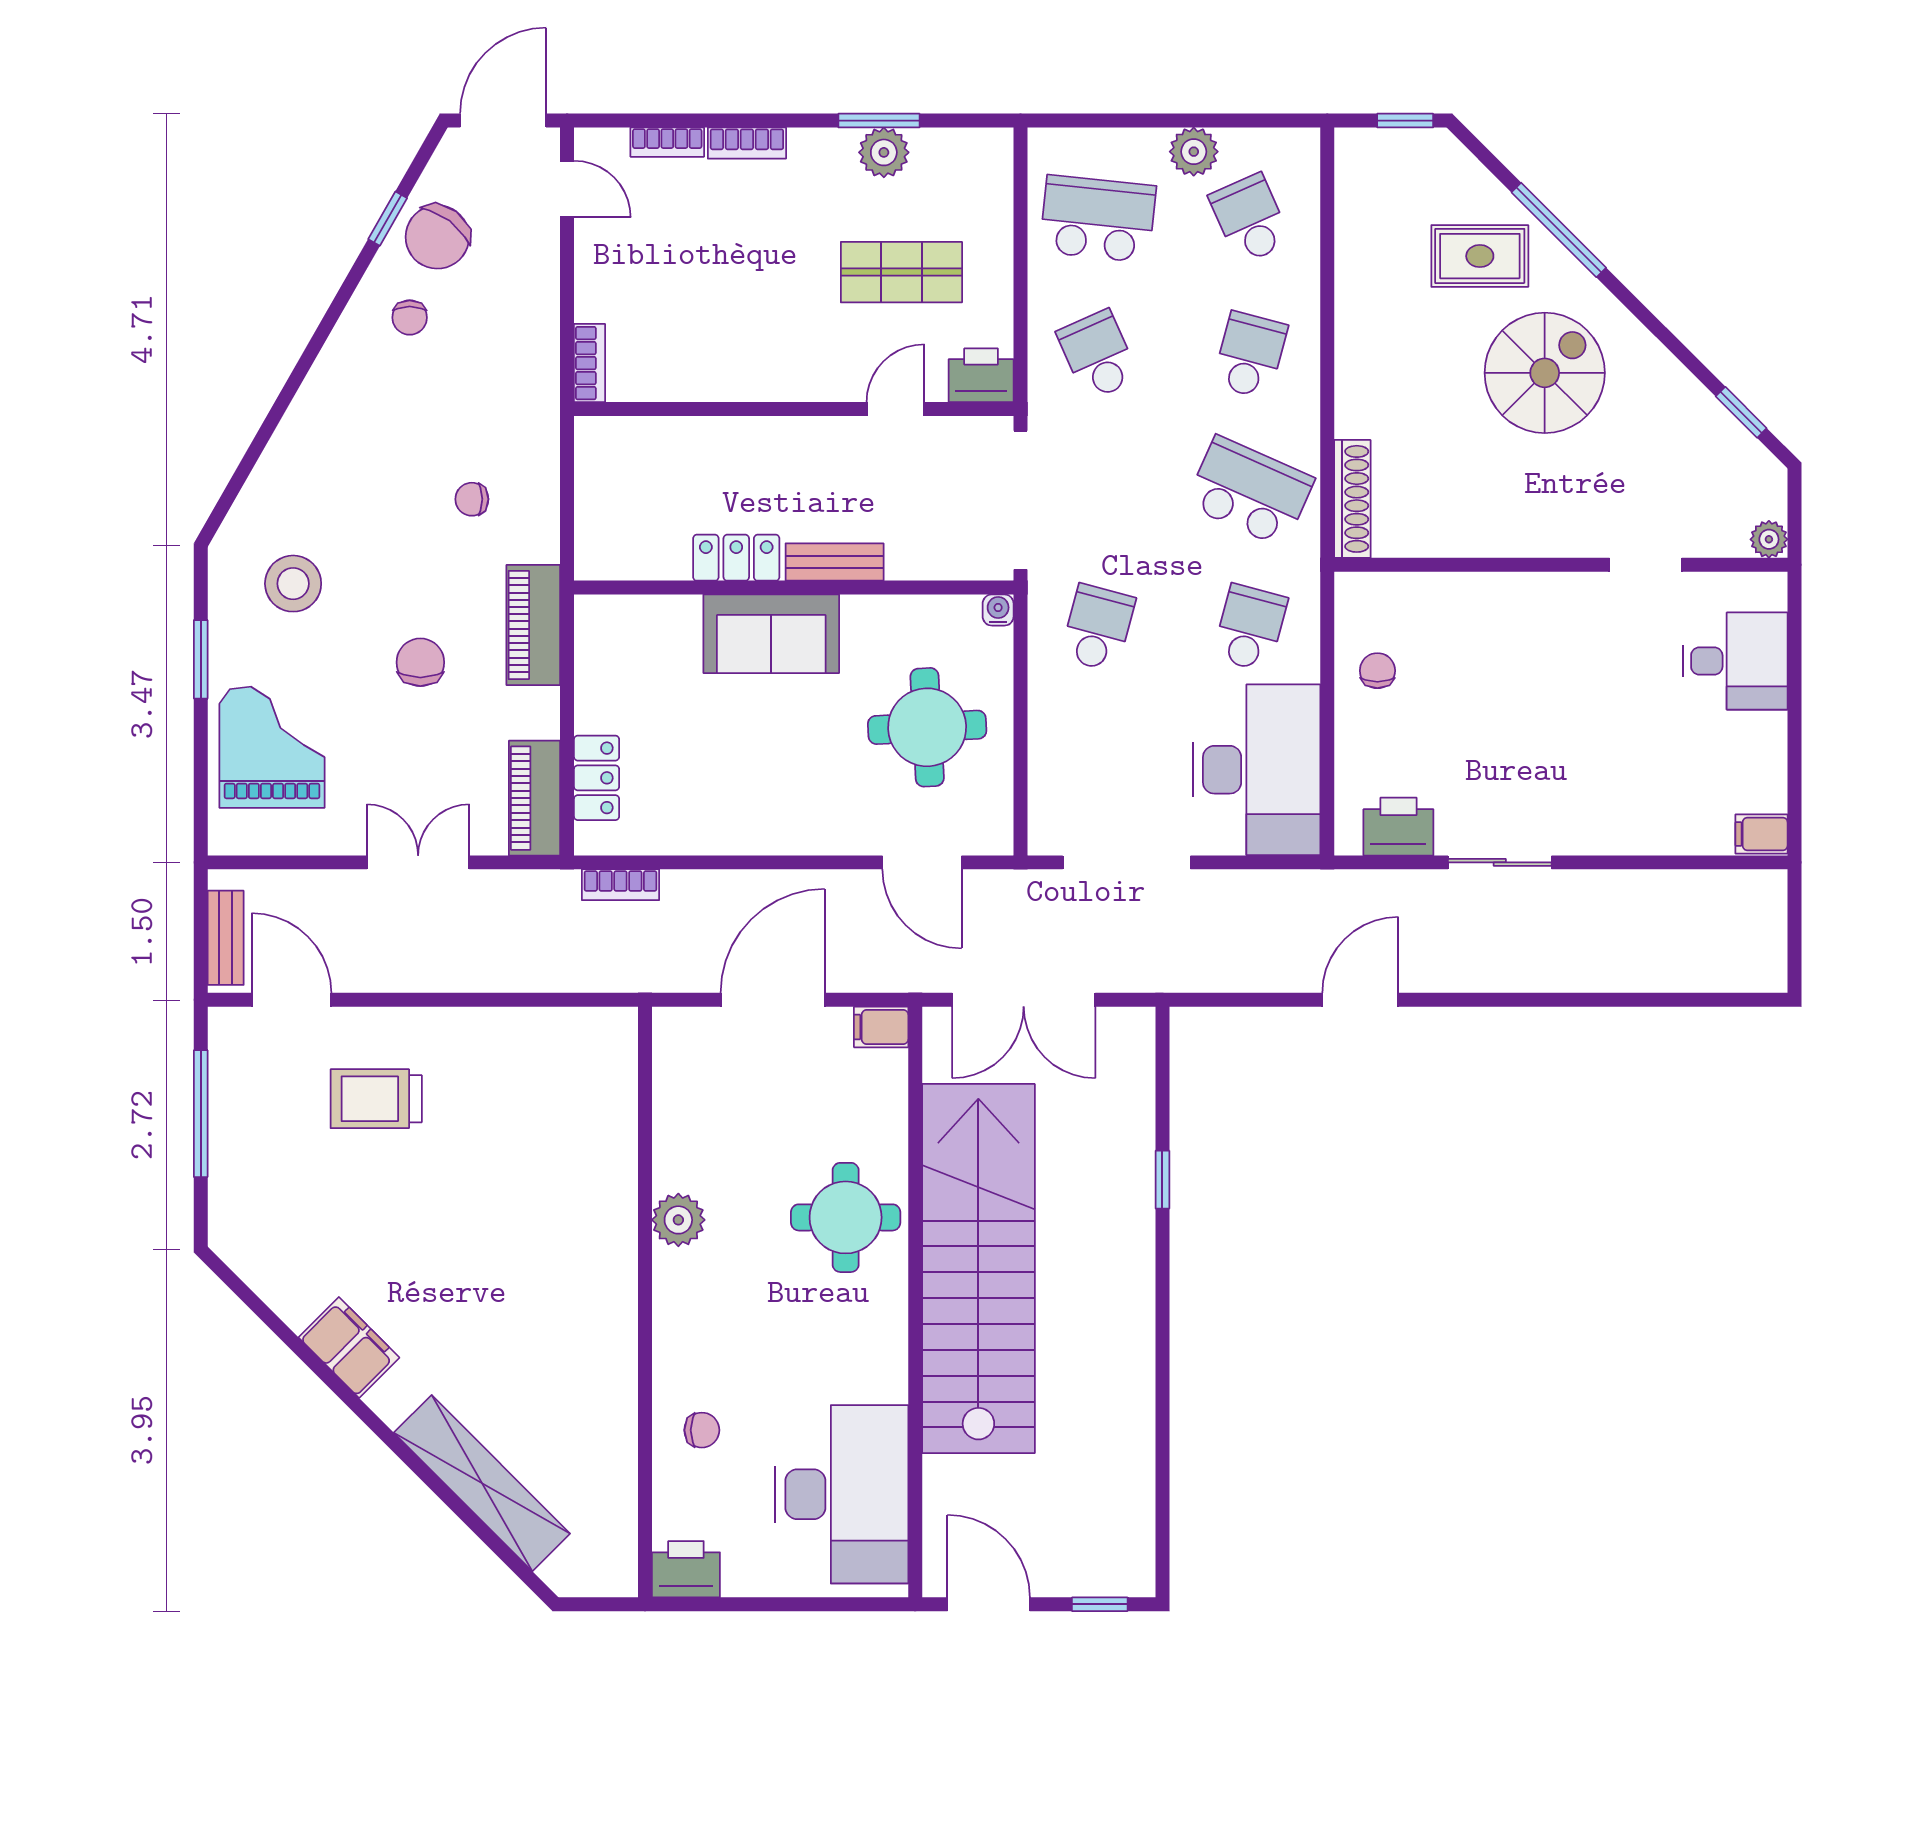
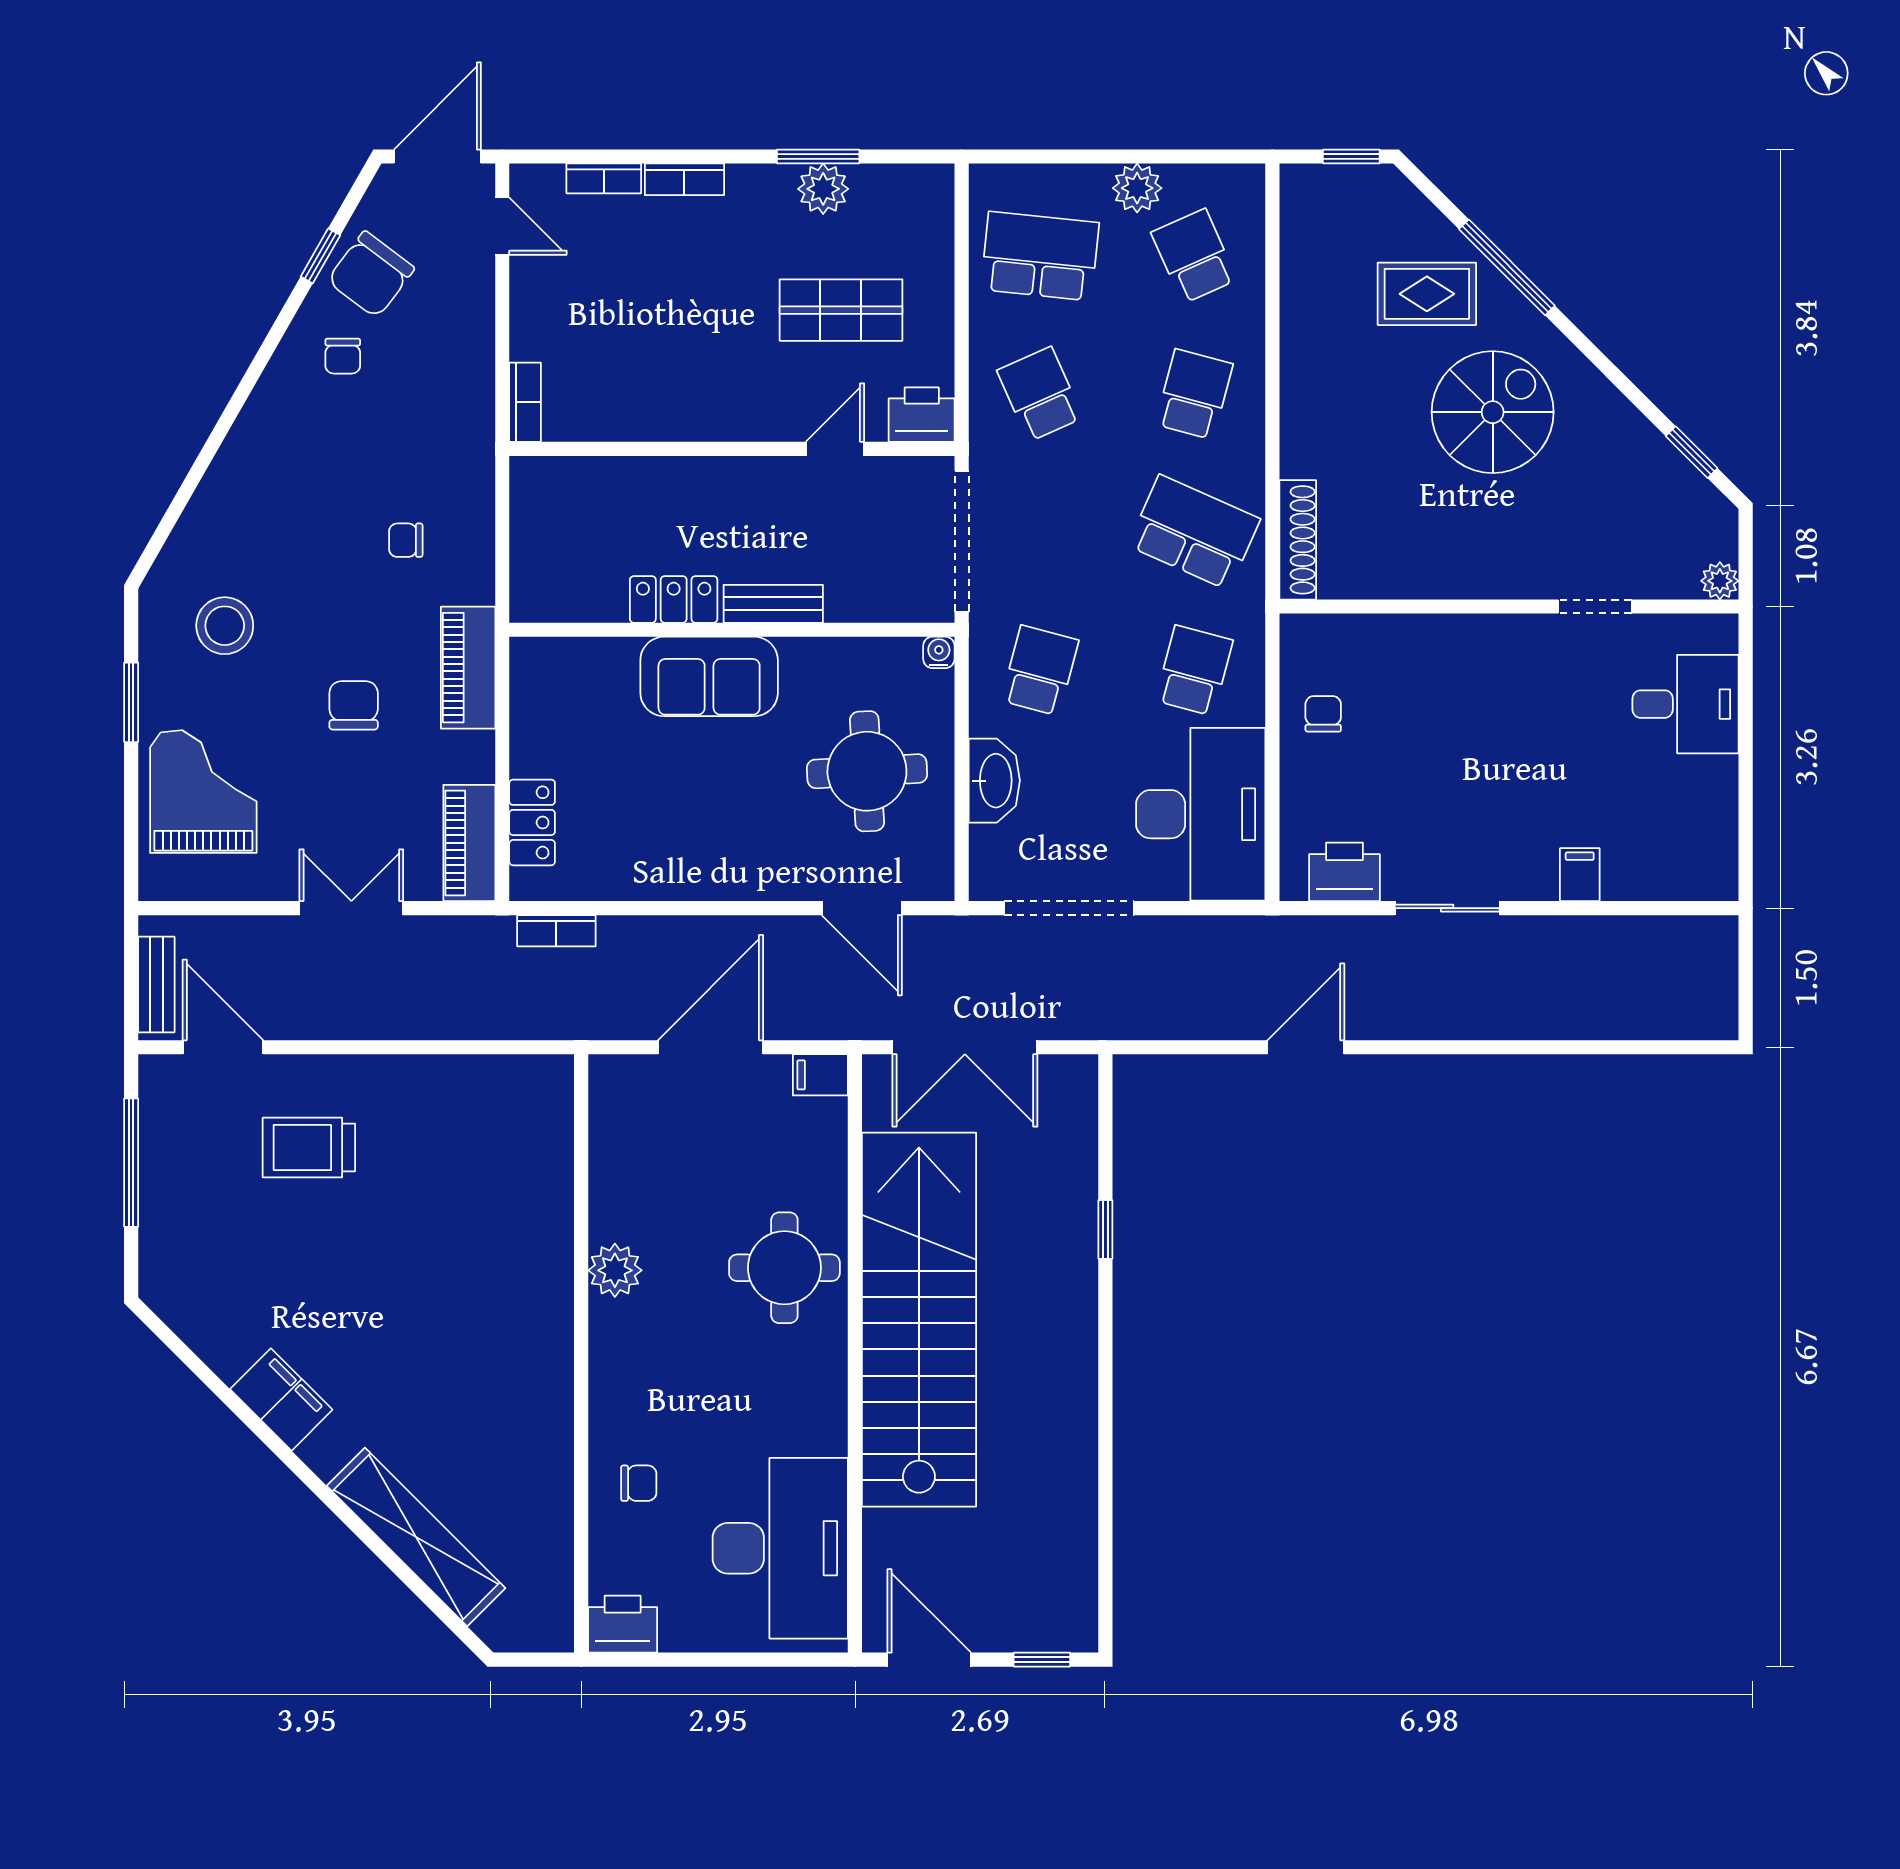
washbasin: (1053, 737) -> (994, 781), added
filing cabinet: (1761, 834) -> (1580, 875), moved, turned 90

